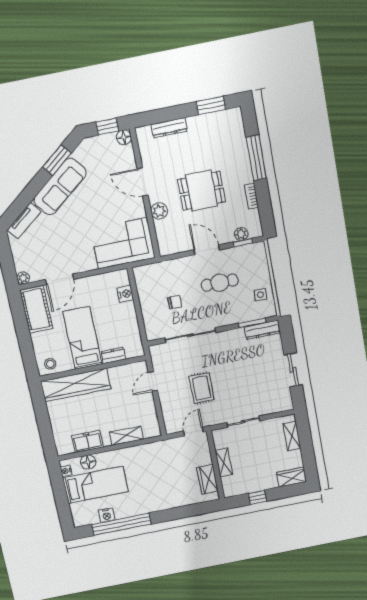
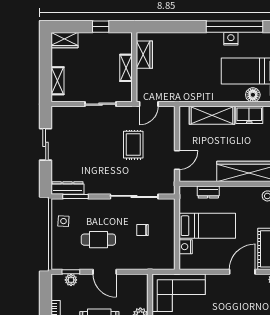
bed: (82, 338) -> (207, 226), moved, turned -90
shelving: (126, 436) -> (212, 115), width x1.50, depth x1.33
nightstand: (107, 515) -> (231, 39), moved

